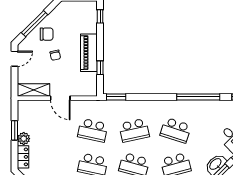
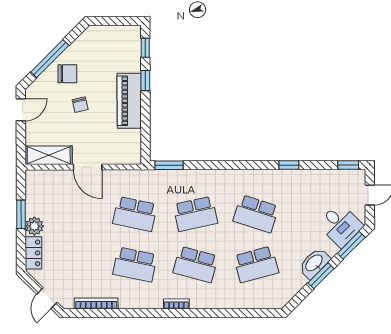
window: (100, 68) -> (145, 81), moved
window: (198, 97) -> (289, 165), width x0.32

